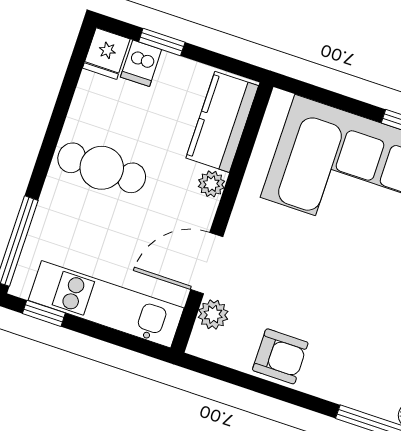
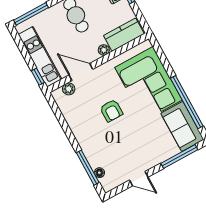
window: (44, 313) -> (38, 77), moved
armchair: (280, 356) -> (111, 111), moved

